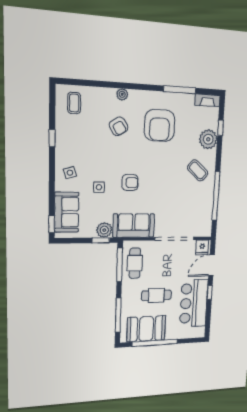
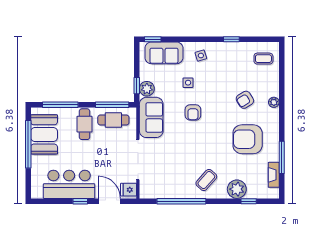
fireplace: (207, 100) -> (274, 175), moved
cafe table: (156, 295) -> (85, 124), moved

